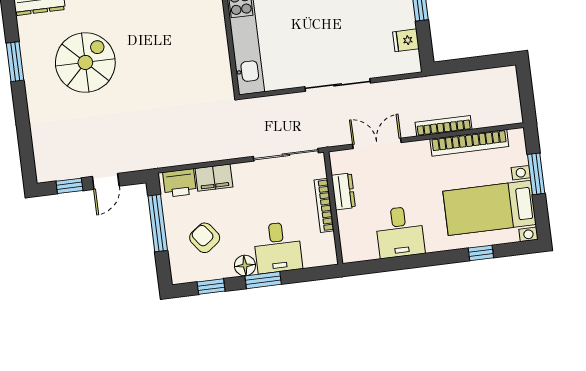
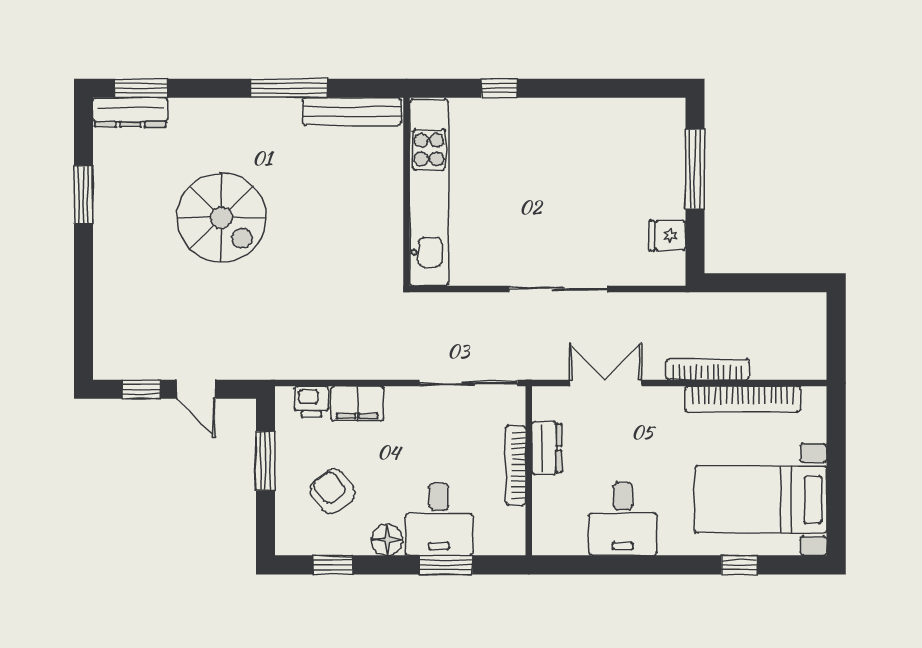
spiral stairs: (85, 62) -> (221, 218), moved, turned 90
window: (536, 174) -> (836, 458), removed
door: (106, 181) -> (196, 389), hinge flipped
printer: (180, 183) -> (311, 402), width x0.73, depth x0.81
window: (158, 223) -> (265, 461), width x0.69
window: (263, 280) -> (446, 565), moved

